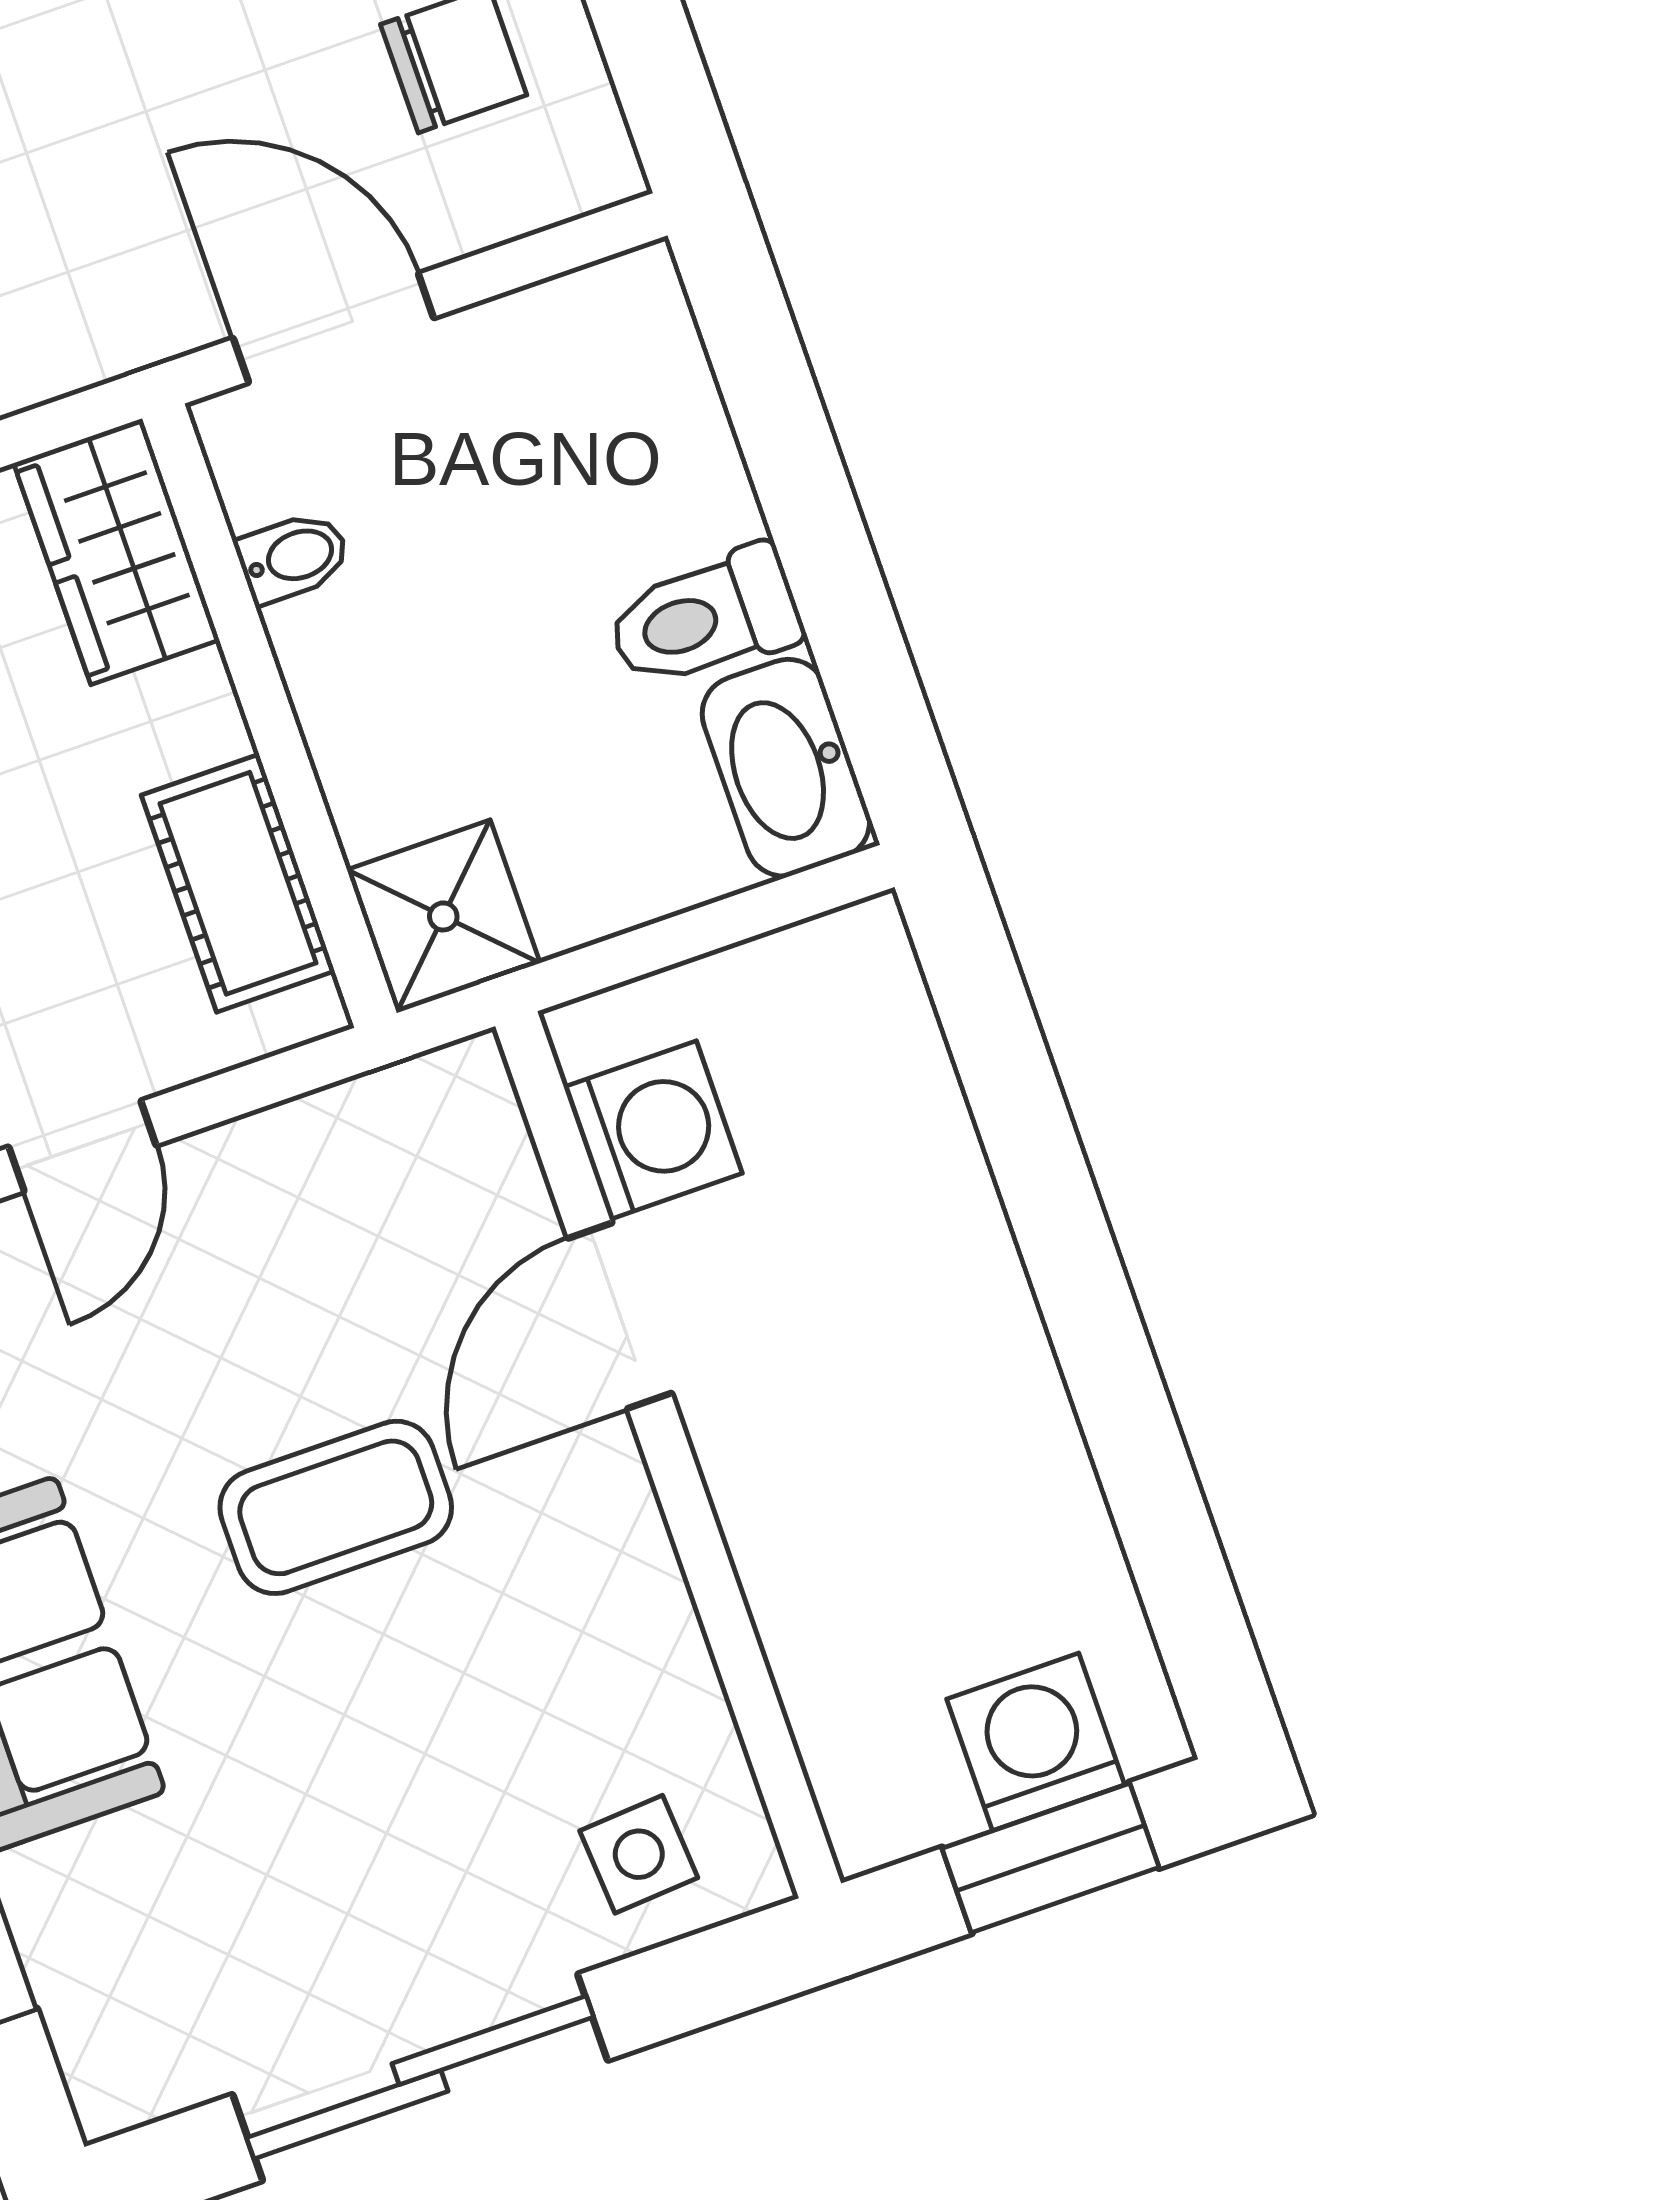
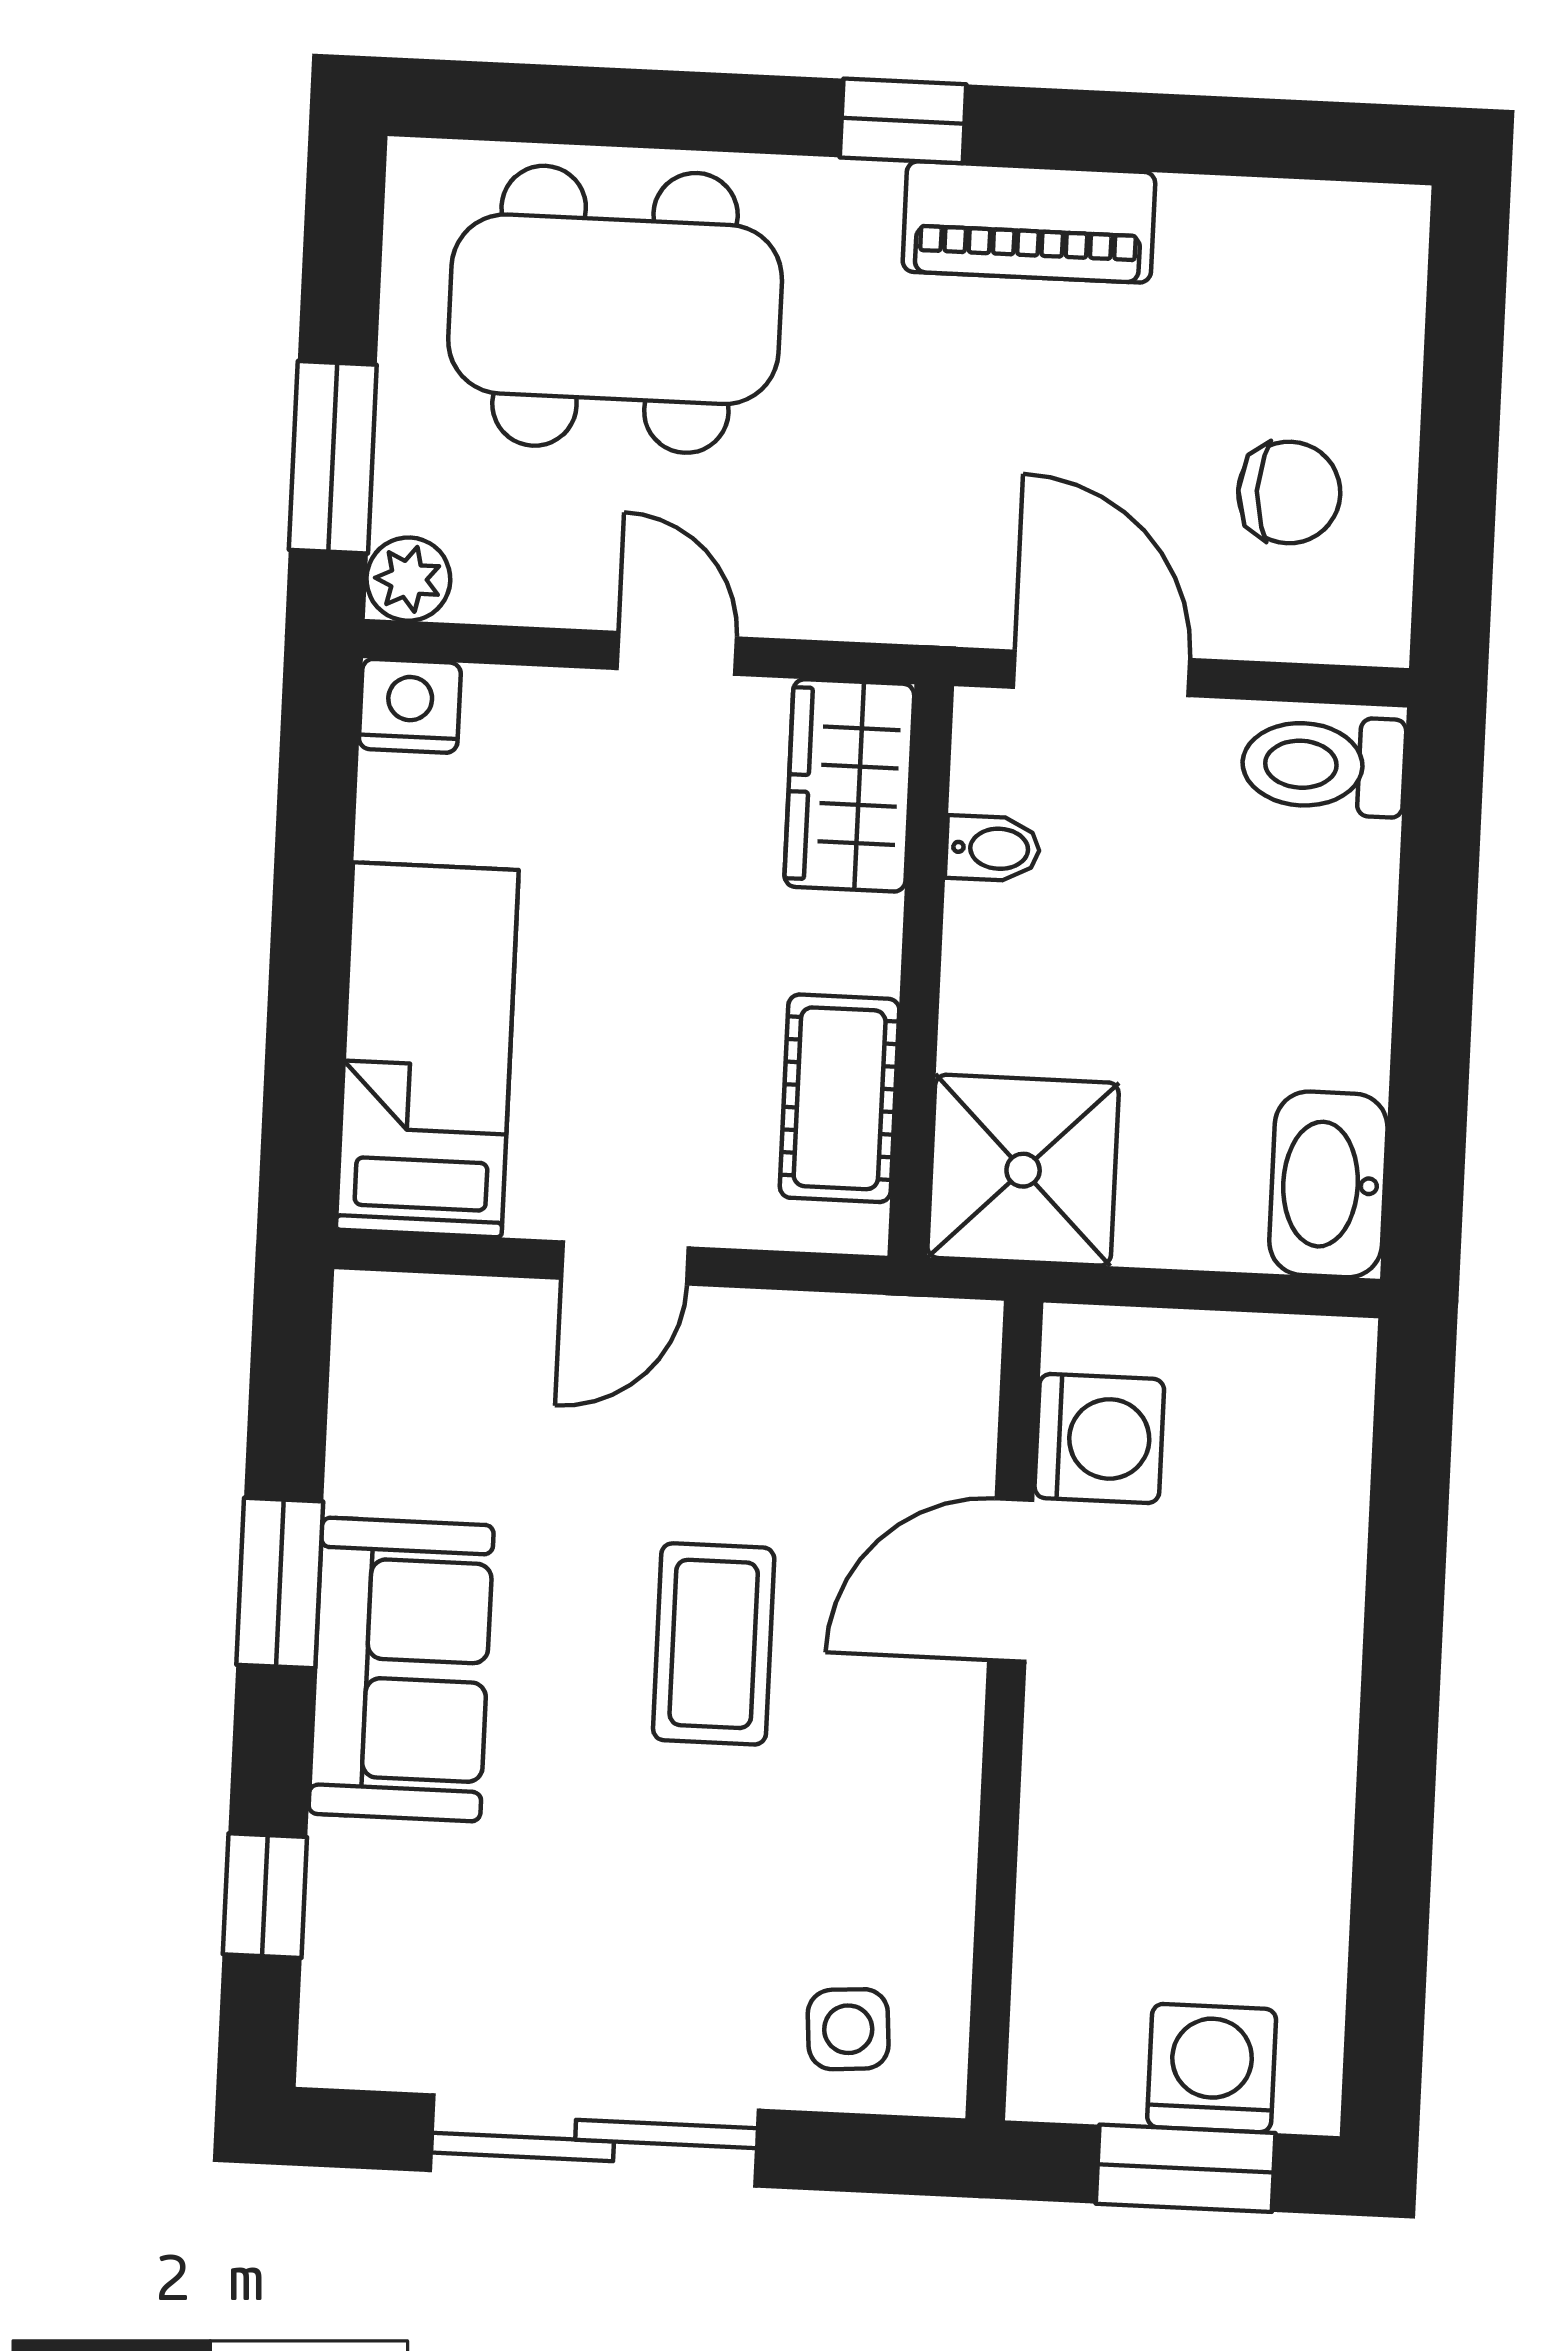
toilet: (704, 618) -> (1323, 765), moved
shower: (443, 916) -> (1023, 1170), width x1.36, depth x1.36
coffee table: (336, 1507) -> (714, 1644), turned 90

